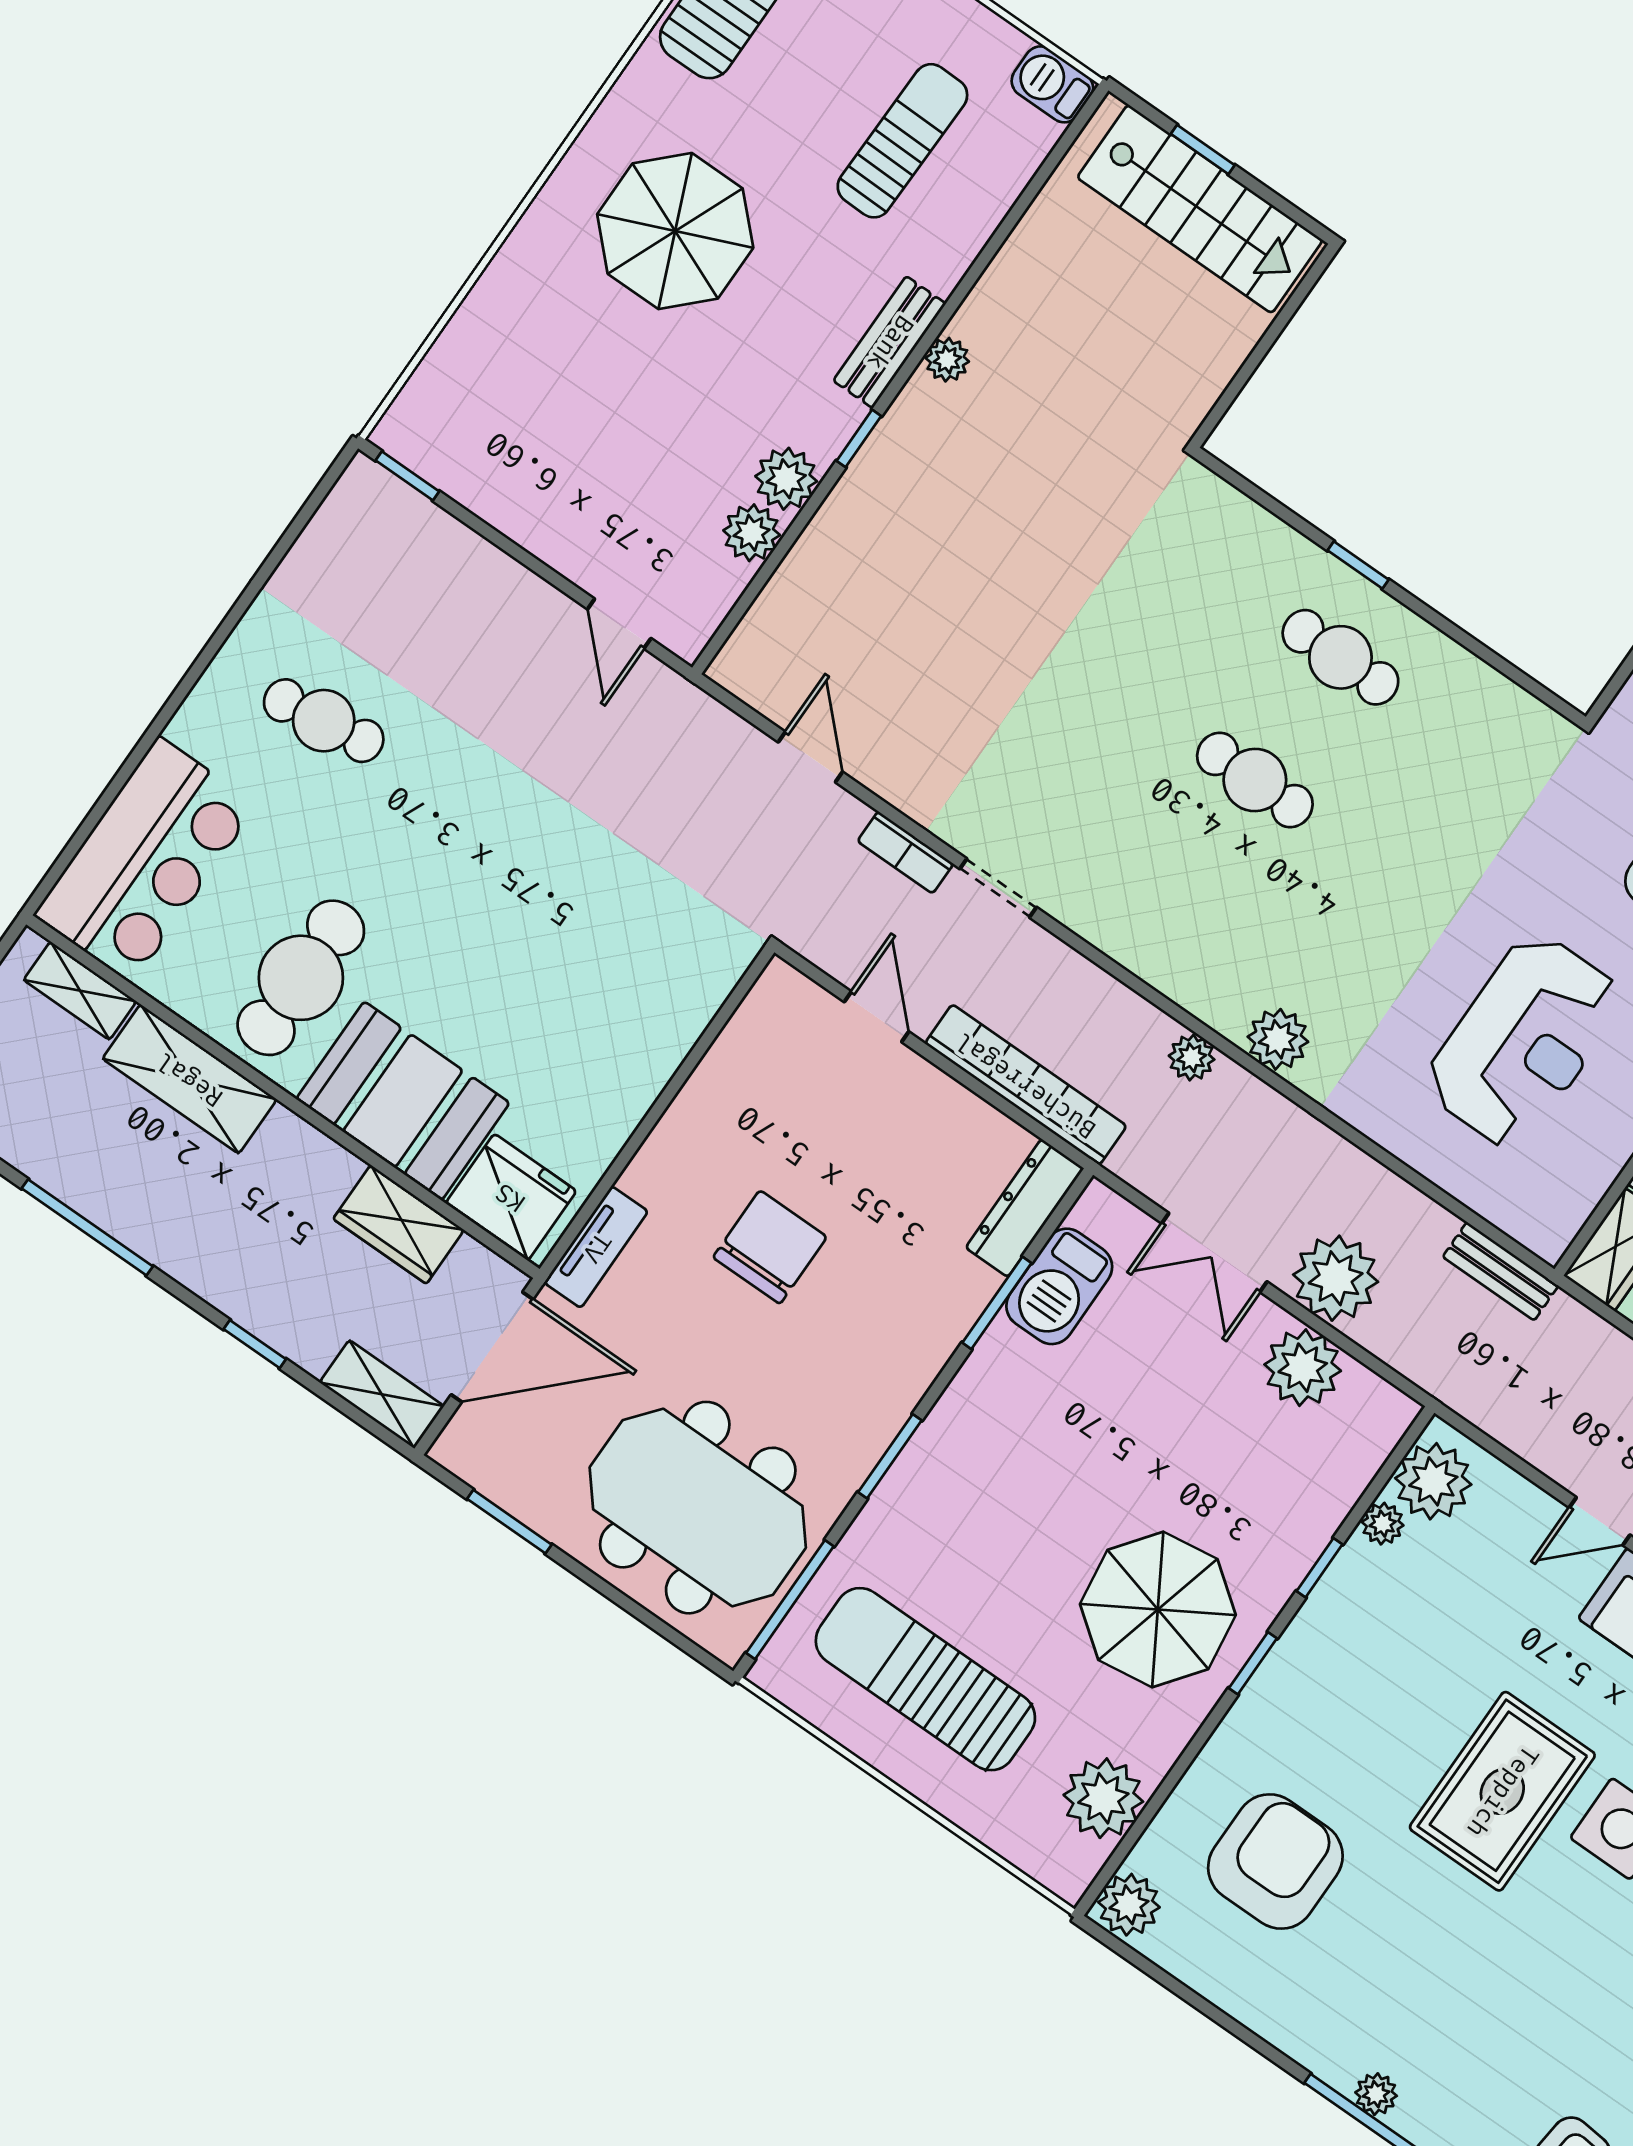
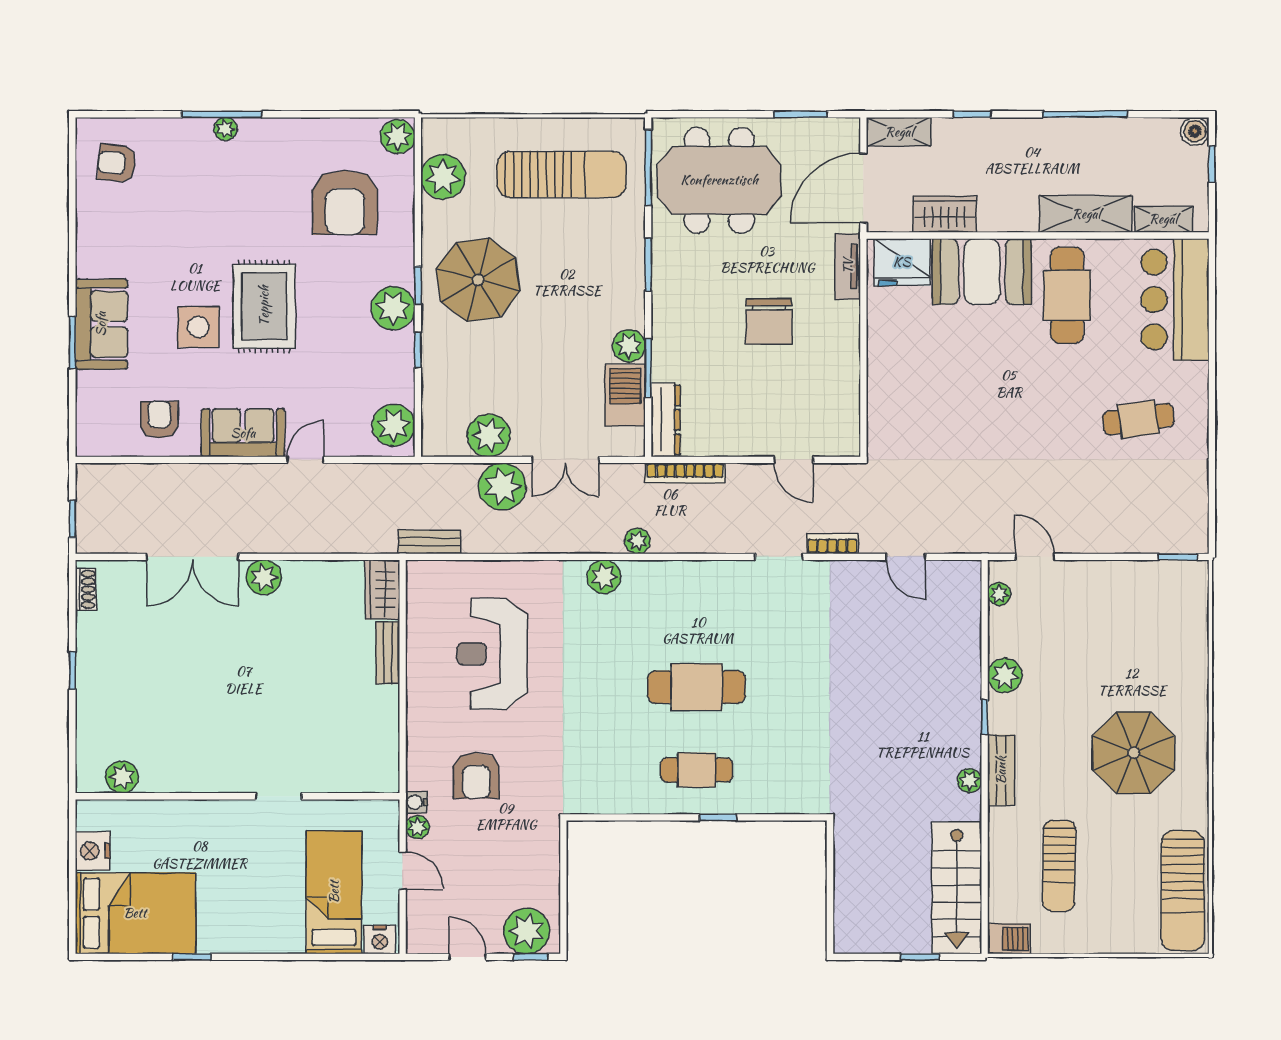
stairs: (1200, 209) -> (957, 888), moved, turned -90
plant: (752, 533) -> (999, 594), moved, width x0.73, depth x0.73
cafe table: (1255, 780) -> (697, 687), width x1.37, depth x1.35
bookcase: (1026, 1085) -> (685, 473), width x0.68, depth x0.76
double door: (1214, 1253) -> (565, 460), swing flipped
plant: (1003, 1356) -> (629, 346), added
plant: (1383, 1524) -> (393, 308), moved, width x1.88, depth x1.88

